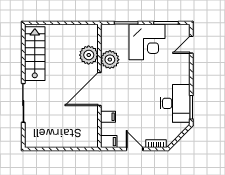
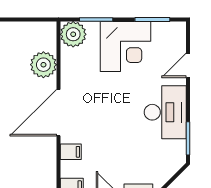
door: (191, 45) -> (188, 65), moved
plant: (110, 60) -> (73, 34), moved
desk: (175, 103) -> (165, 112), moved

